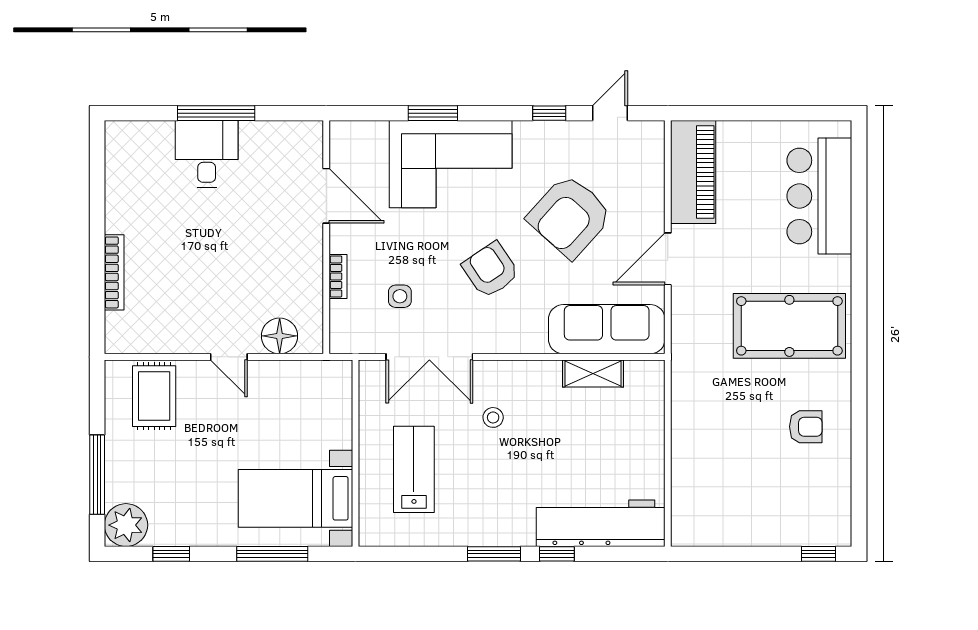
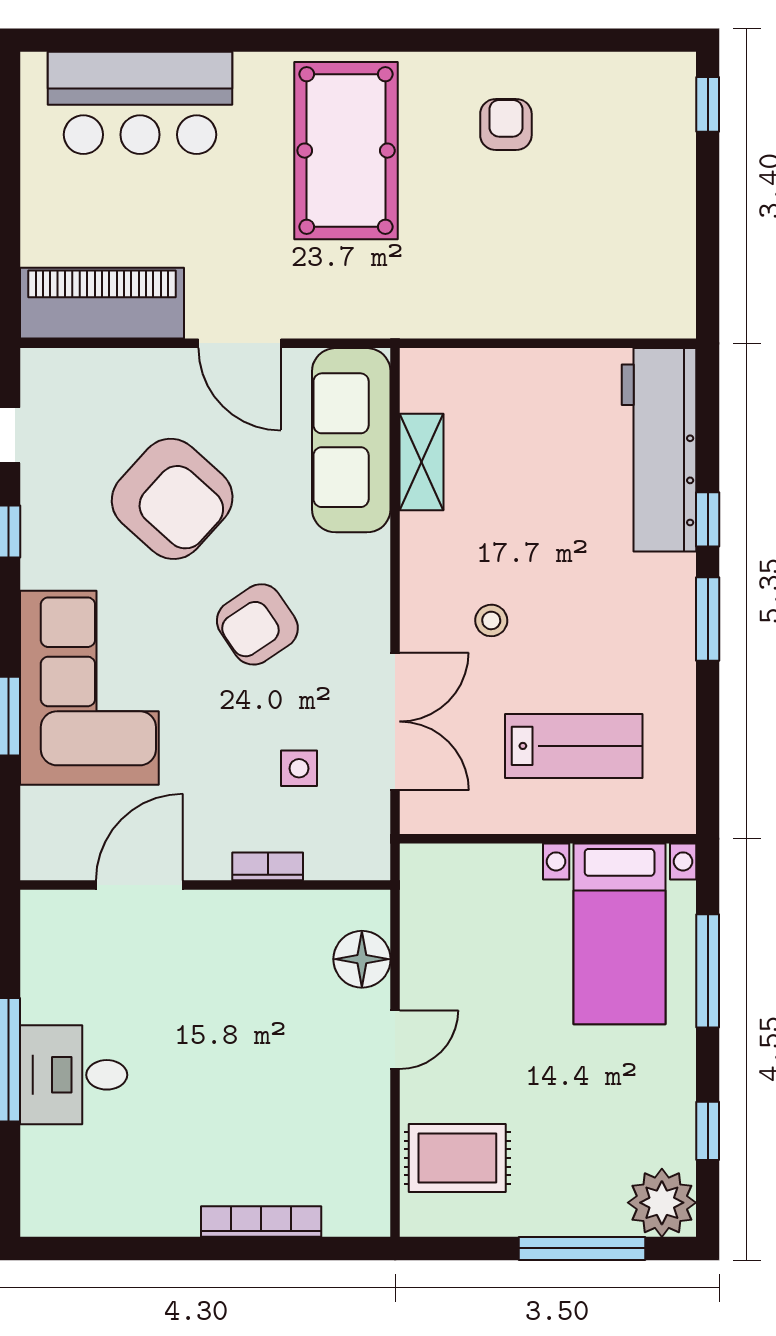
lab bench: (414, 469) -> (574, 746), turned 180

